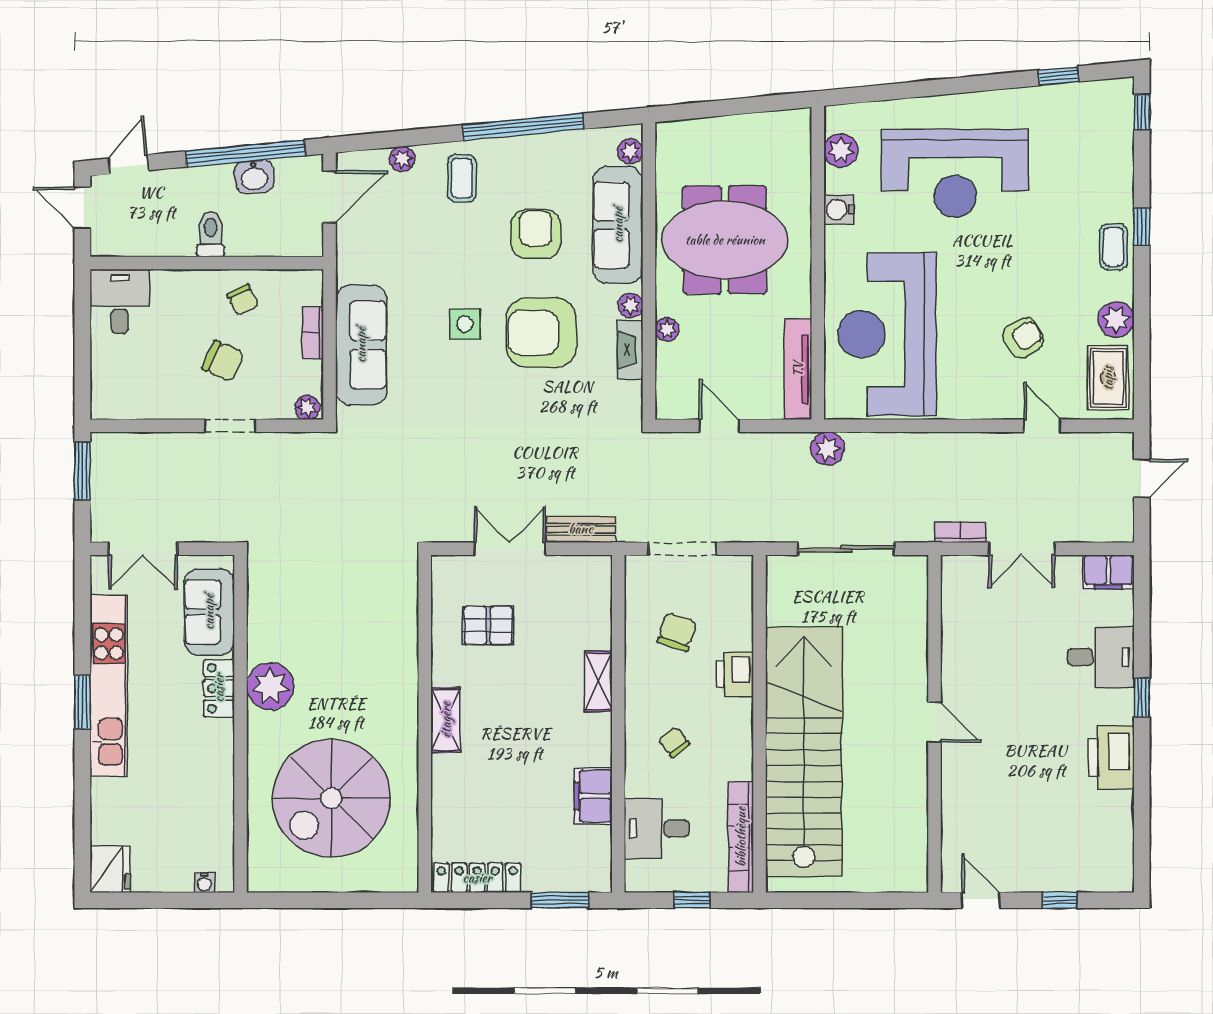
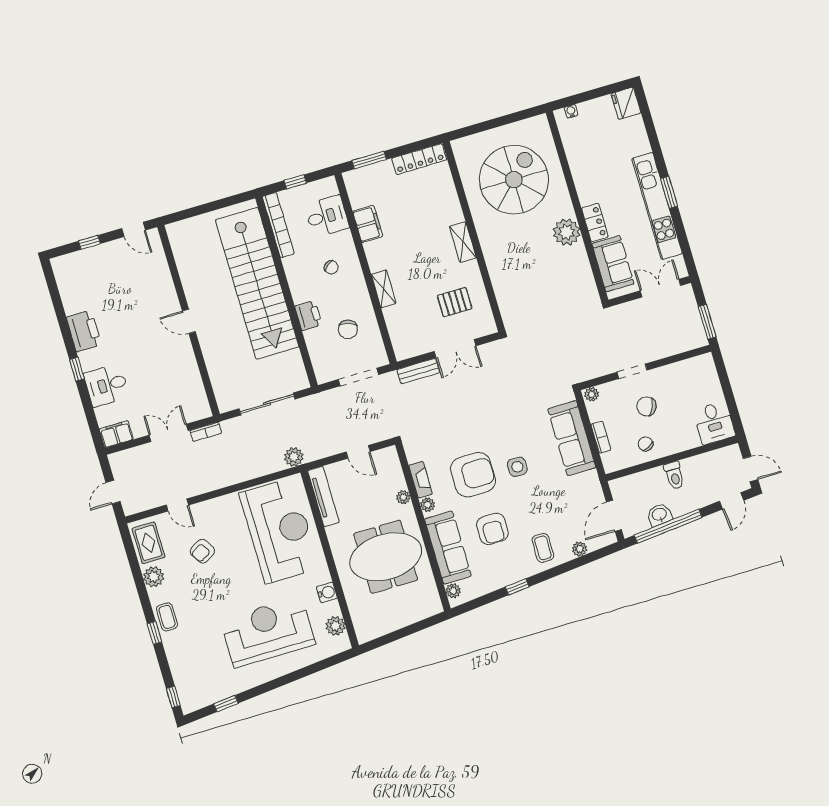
window: (523, 127) -> (517, 587), width x0.32

